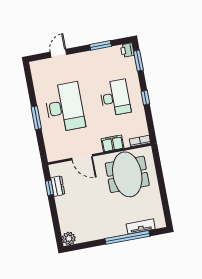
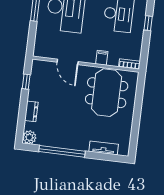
filing cabinet: (112, 143) -> (102, 58), width x0.50
dresser: (58, 186) -> (31, 111), moved
window: (127, 237) -> (62, 151), moved

